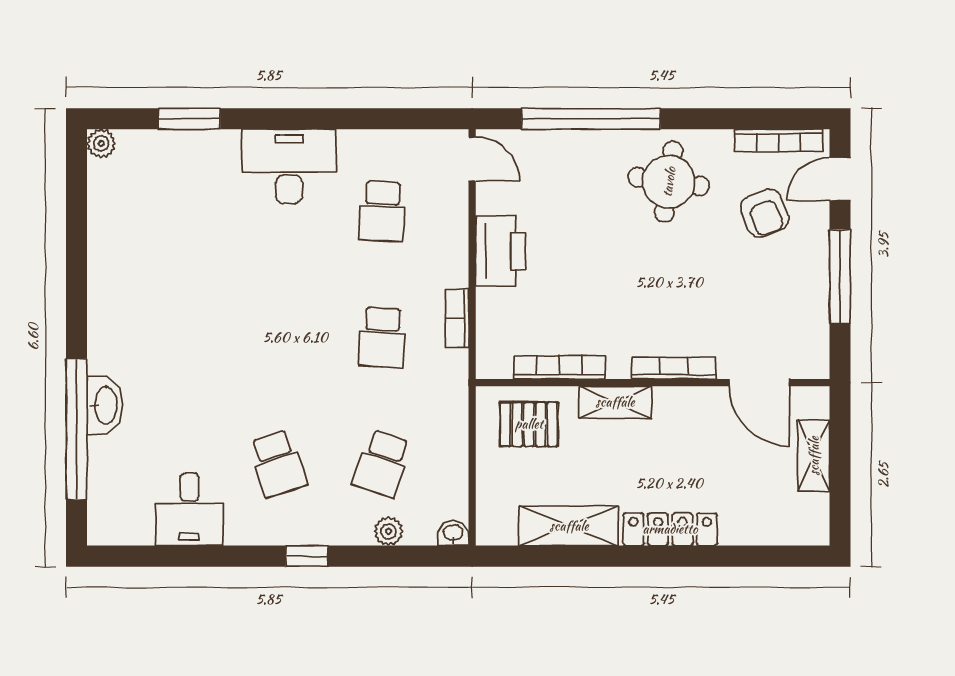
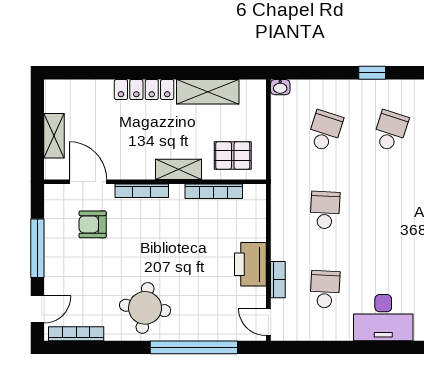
armchair: (765, 213) -> (93, 224), moved, turned -68
bookcase: (457, 318) -> (278, 280), moved
school desk: (278, 464) -> (390, 131), turned 36
plant: (388, 531) -> (321, 88), removed

